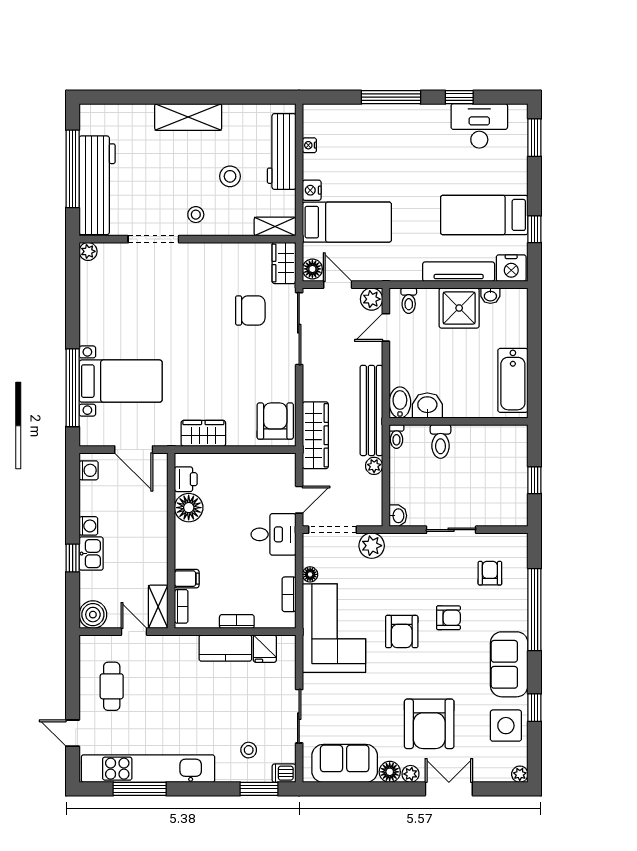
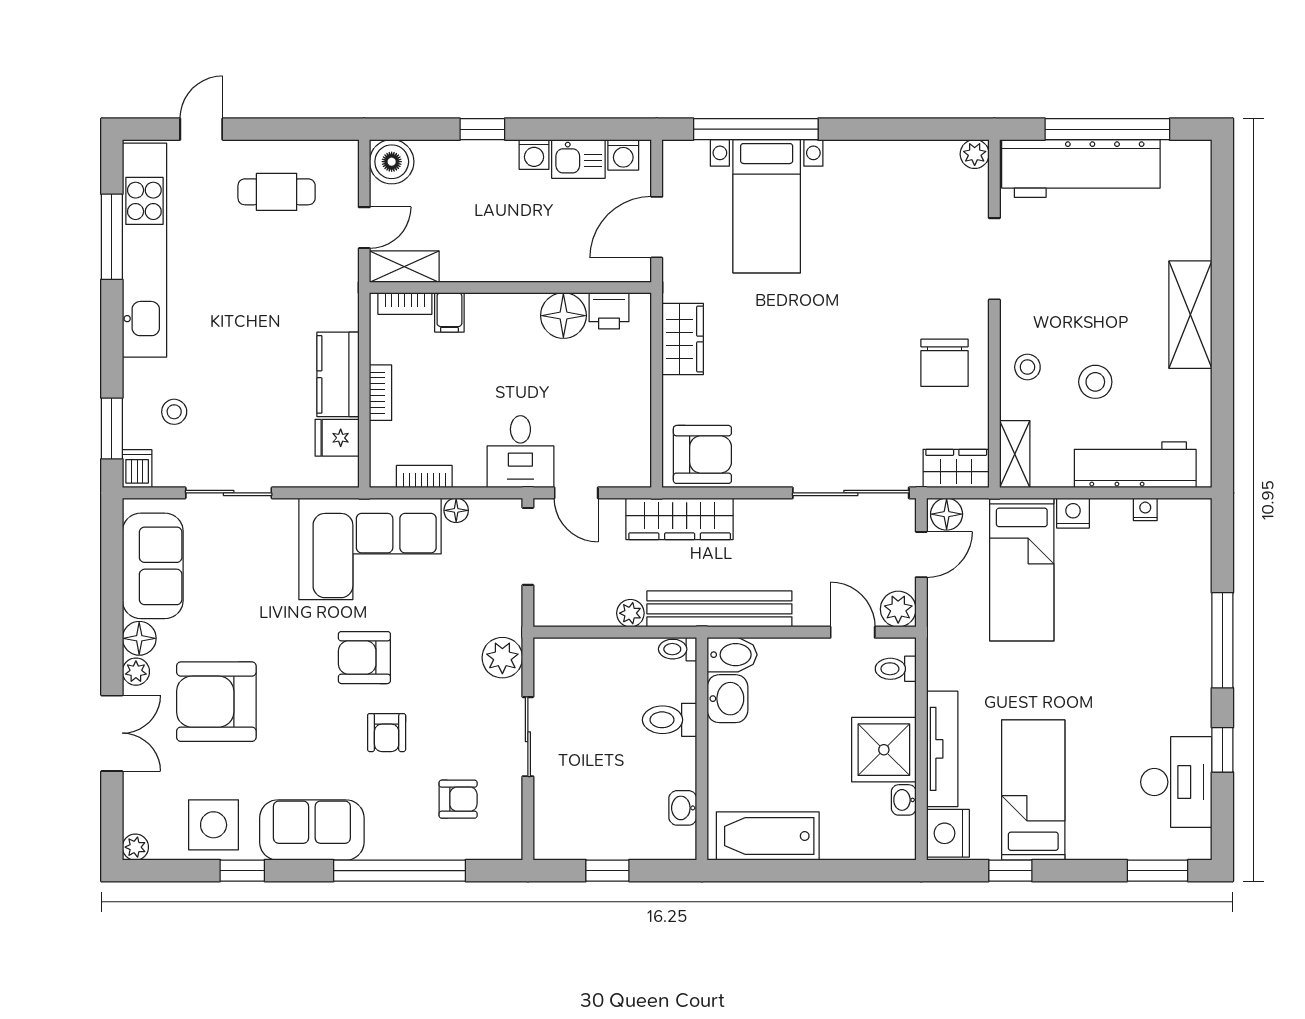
stool: (196, 215) -> (1027, 367), moved
chair: (250, 310) -> (945, 363), moved
washbasin: (398, 516) -> (683, 808), moved, turned 90
plant: (372, 546) -> (502, 658), moved
kitchen sink: (91, 554) -> (578, 159), moved

